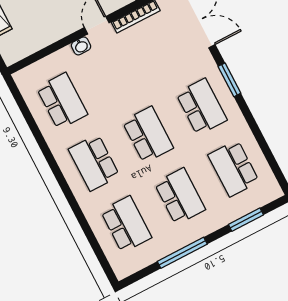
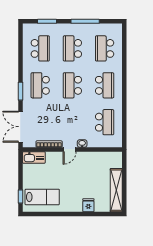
school desk: (62, 101) -> (105, 122), turned 180

